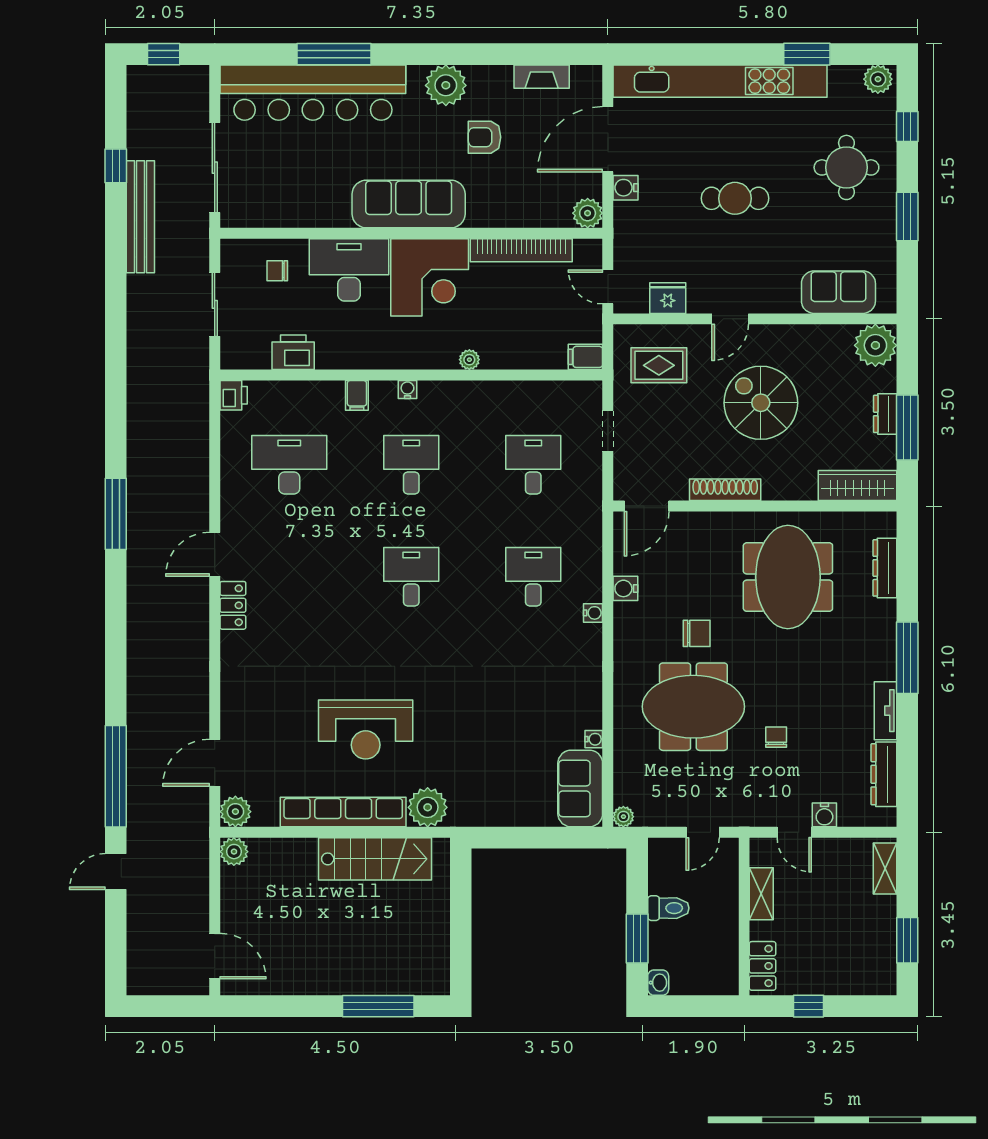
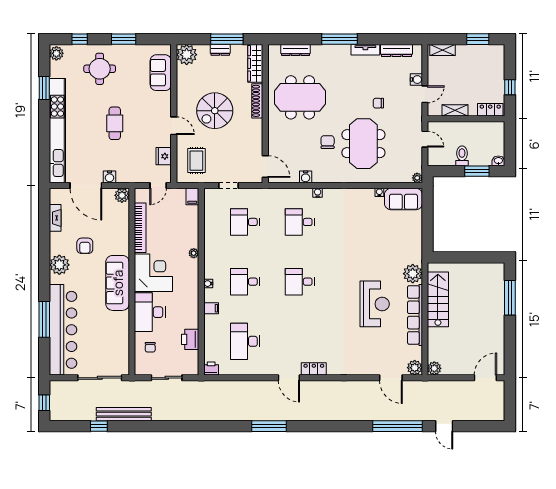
shoe rack: (725, 490) -> (257, 101), moved

